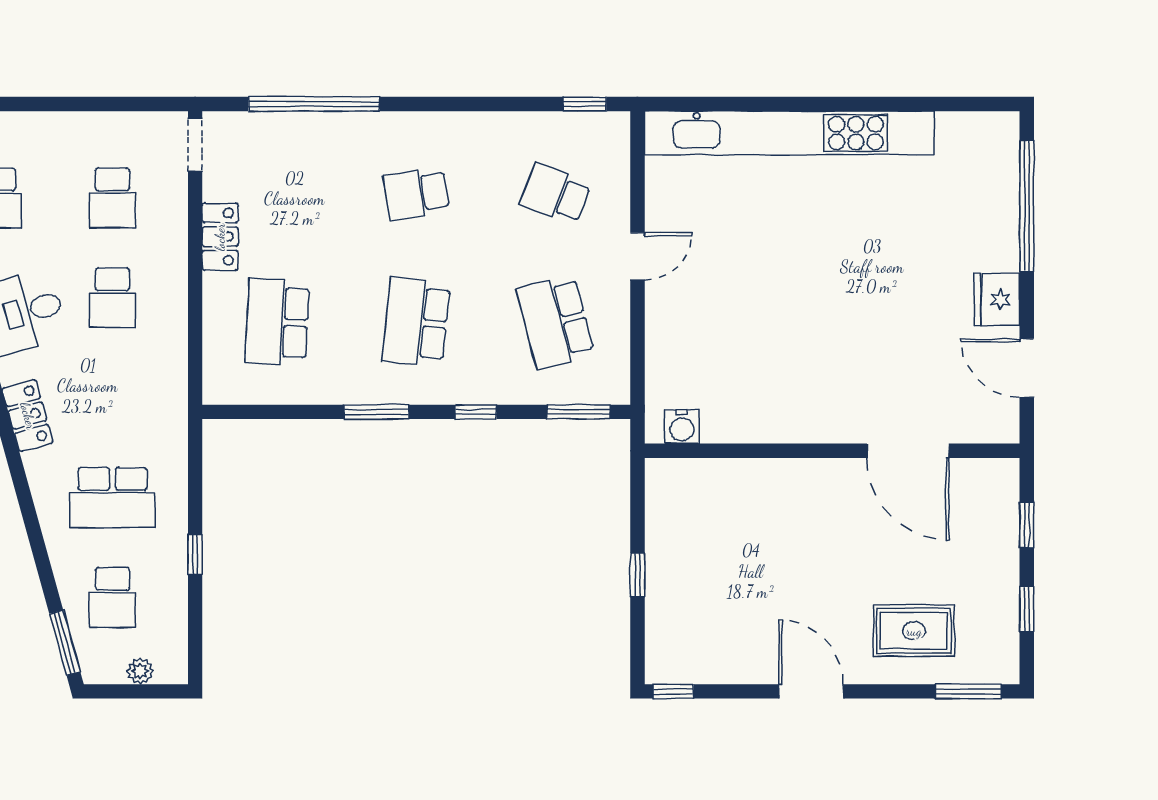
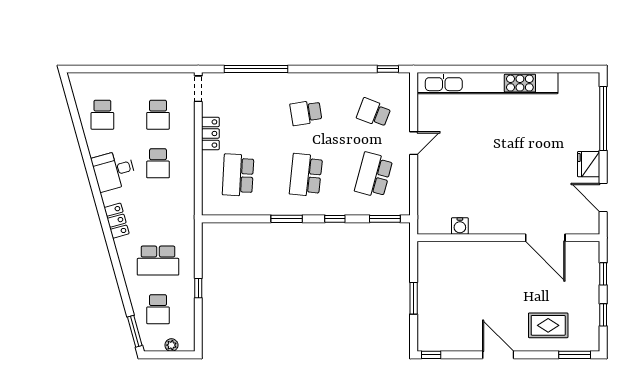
school desk: (556, 322) -> (374, 175), turned 30
water cooler: (682, 427) -> (460, 226), moved
window: (637, 575) -> (414, 298), width x1.50

